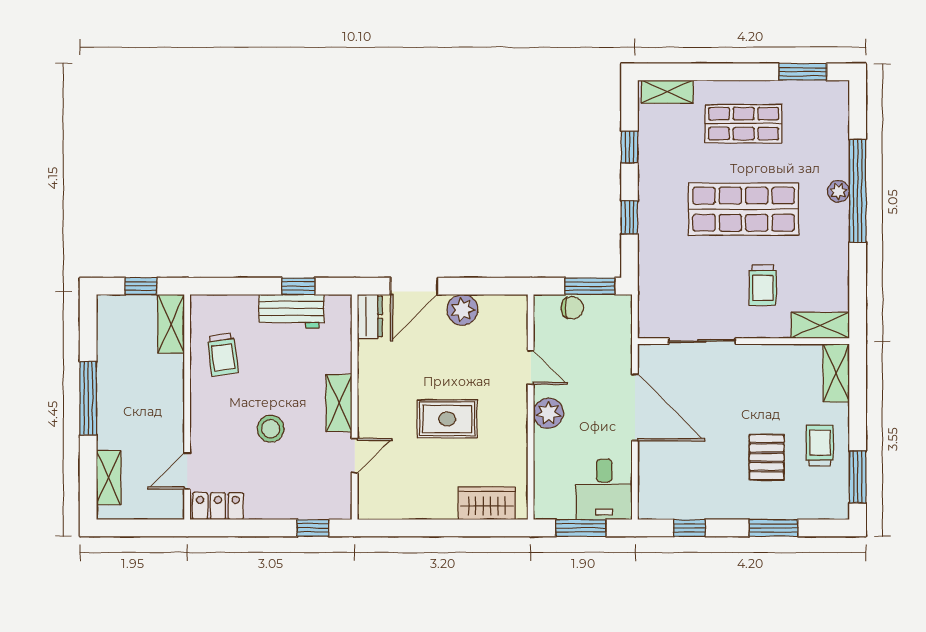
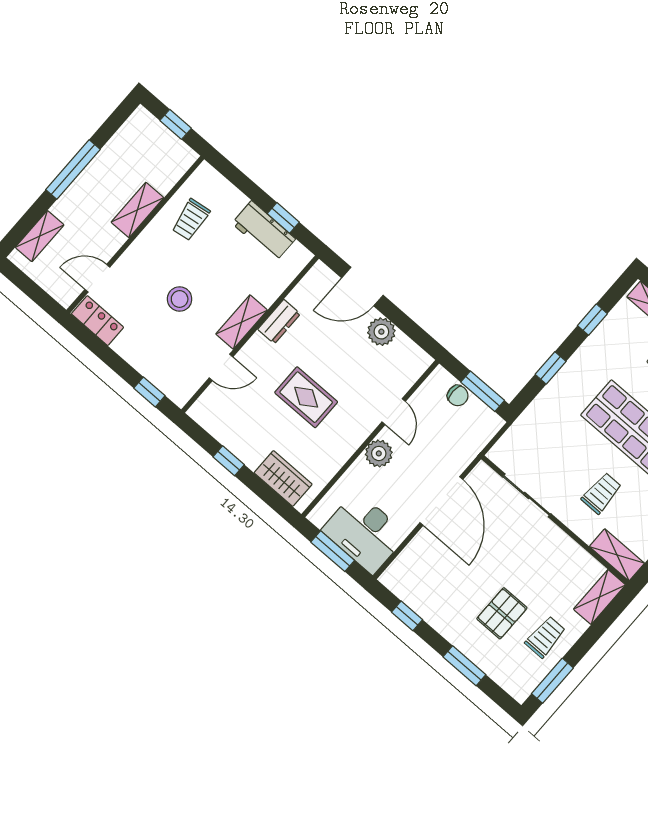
trolley: (763, 285) -> (602, 493), turned 180
dresser: (370, 316) -> (279, 322), moved
shelving: (171, 324) -> (137, 210), moved
desk: (604, 489) -> (364, 533), width x1.37
window: (429, 528) -> (229, 461), added

